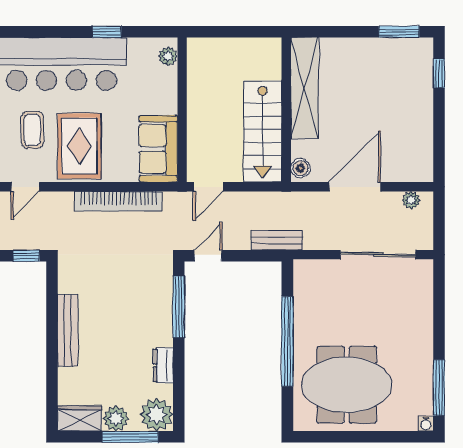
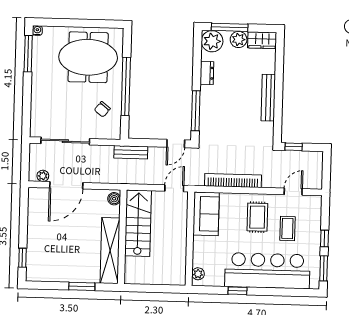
window: (399, 32) -> (82, 286), moved
rug: (79, 146) -> (257, 217), width x0.73, depth x0.70
door: (355, 187) -> (66, 185), moved
chair: (323, 305) -> (102, 109), added

